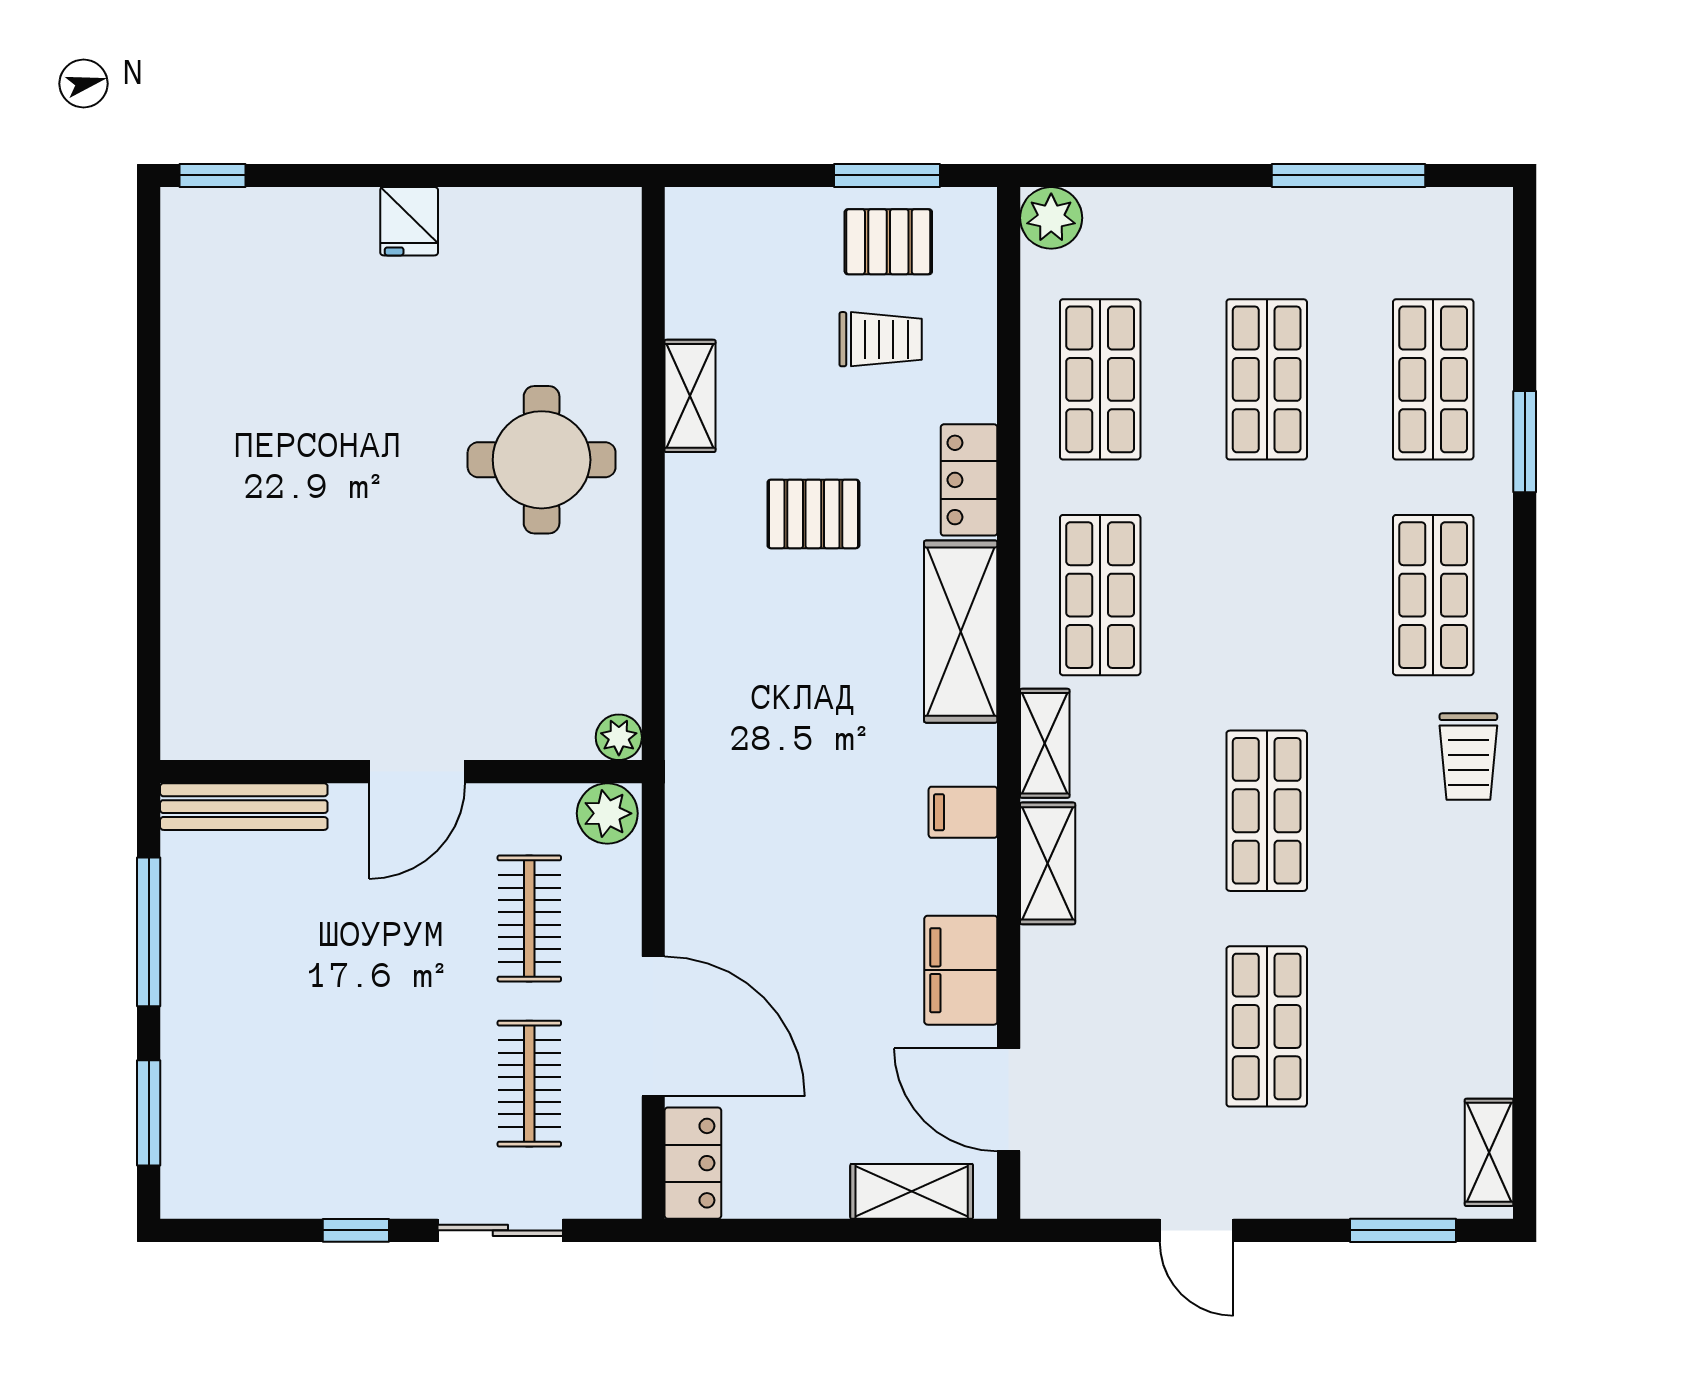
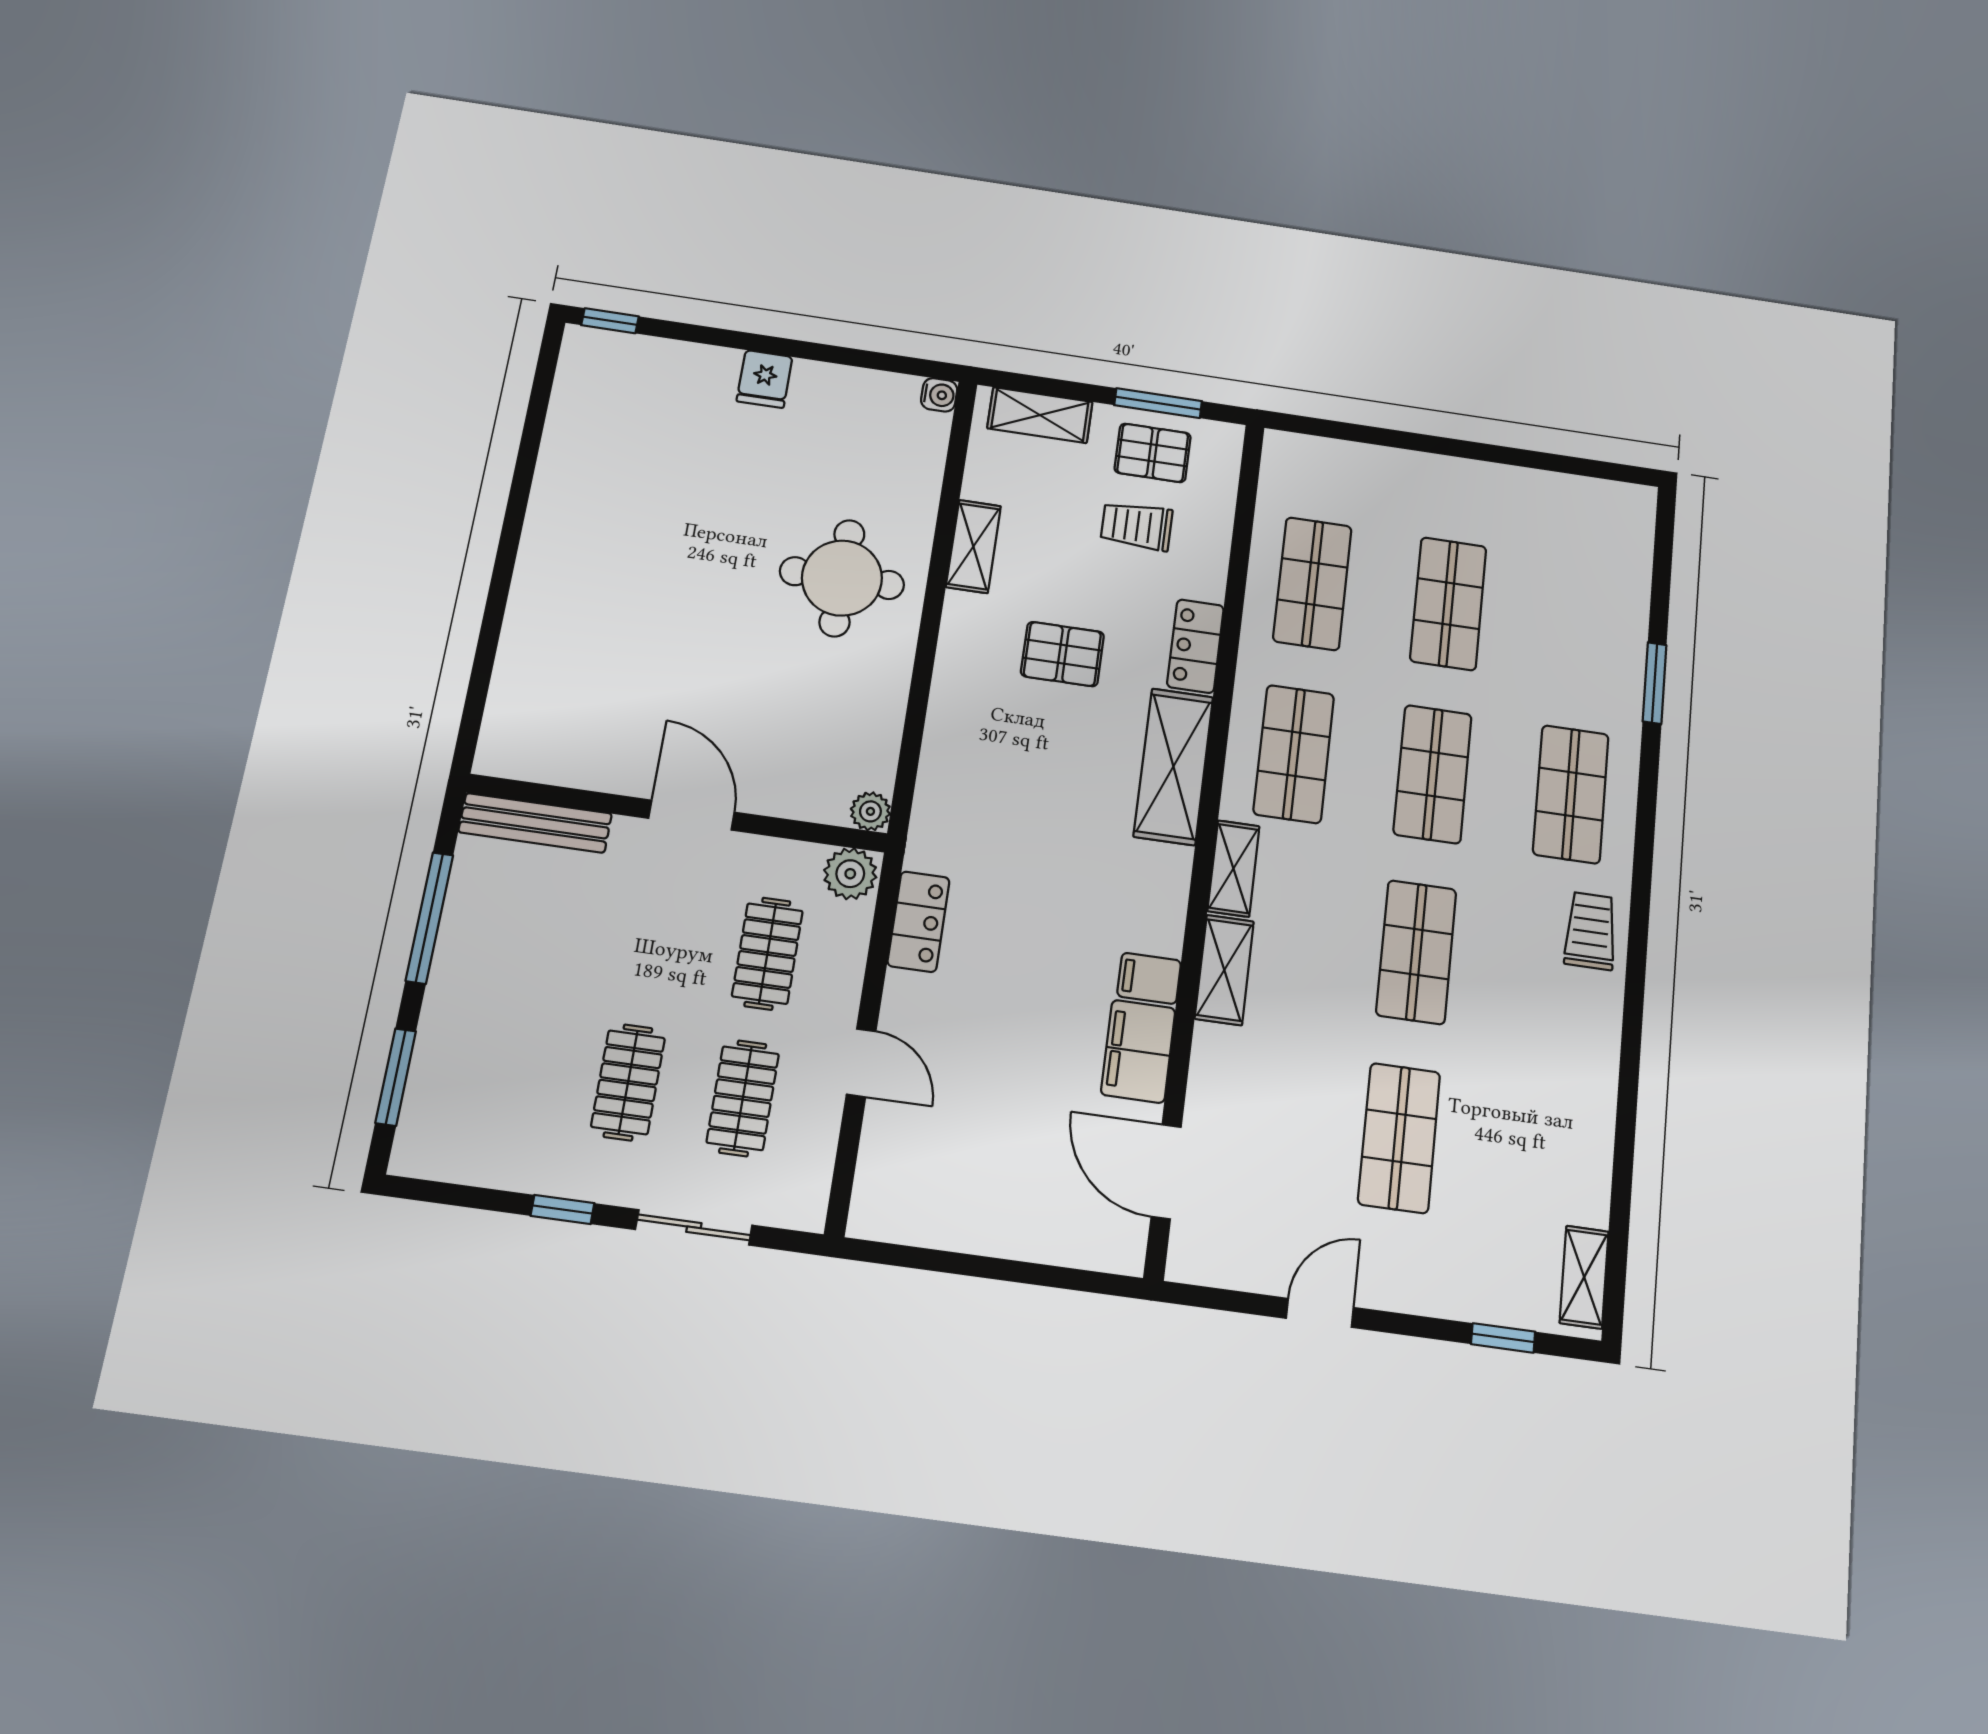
window: (1349, 175) -> (1528, 459), removed
water cooler: (621, 208) -> (939, 395), added
plant: (1051, 218) -> (1286, 455), removed
trolley: (881, 339) -> (1137, 526), turned 180
shop shelf: (1433, 379) -> (1433, 774), moved
trolley: (1468, 757) -> (1591, 931), turned 180
door: (417, 772) -> (691, 815), swing flipped
filing cabinet: (963, 812) -> (1149, 978), moved
door: (653, 1026) -> (861, 1063), width x0.53
clothes rail: (401, 1084) -> (628, 1082), added
locker: (693, 1163) -> (919, 922), moved
shelving: (912, 1191) -> (1040, 415), moved
door: (1197, 1230) -> (1320, 1313), swing flipped
window: (1403, 1230) -> (1503, 1338), width x0.67

